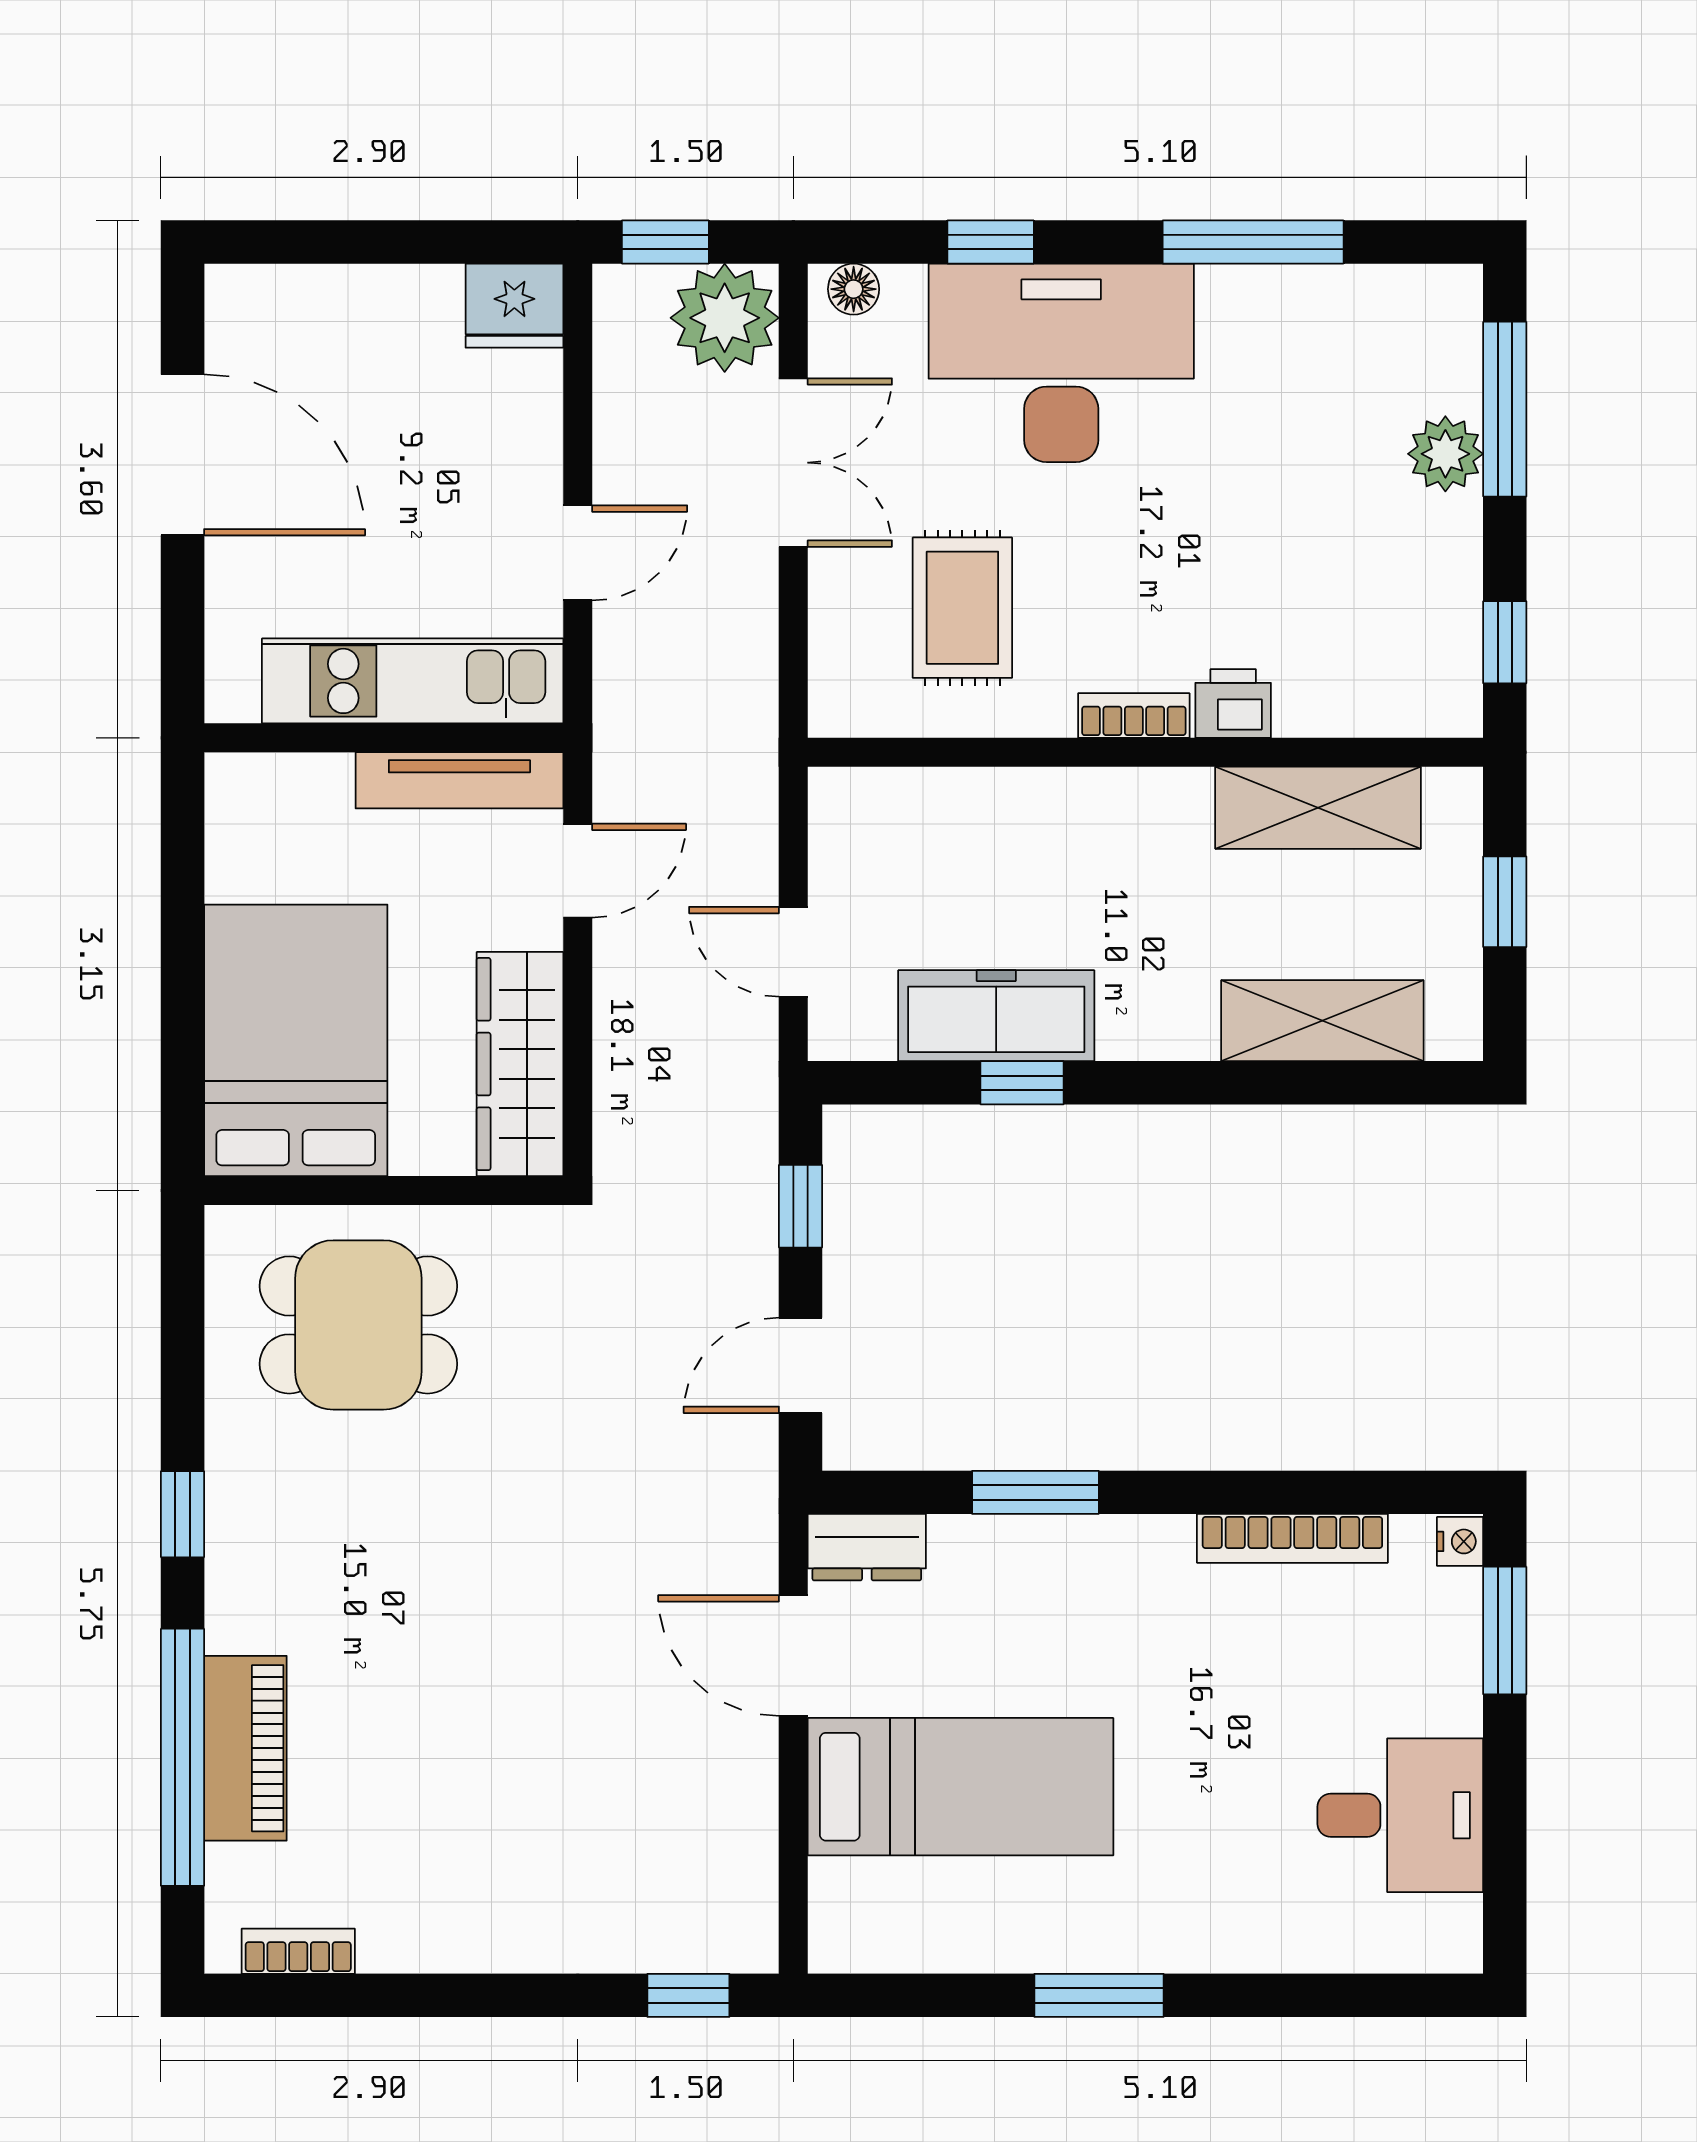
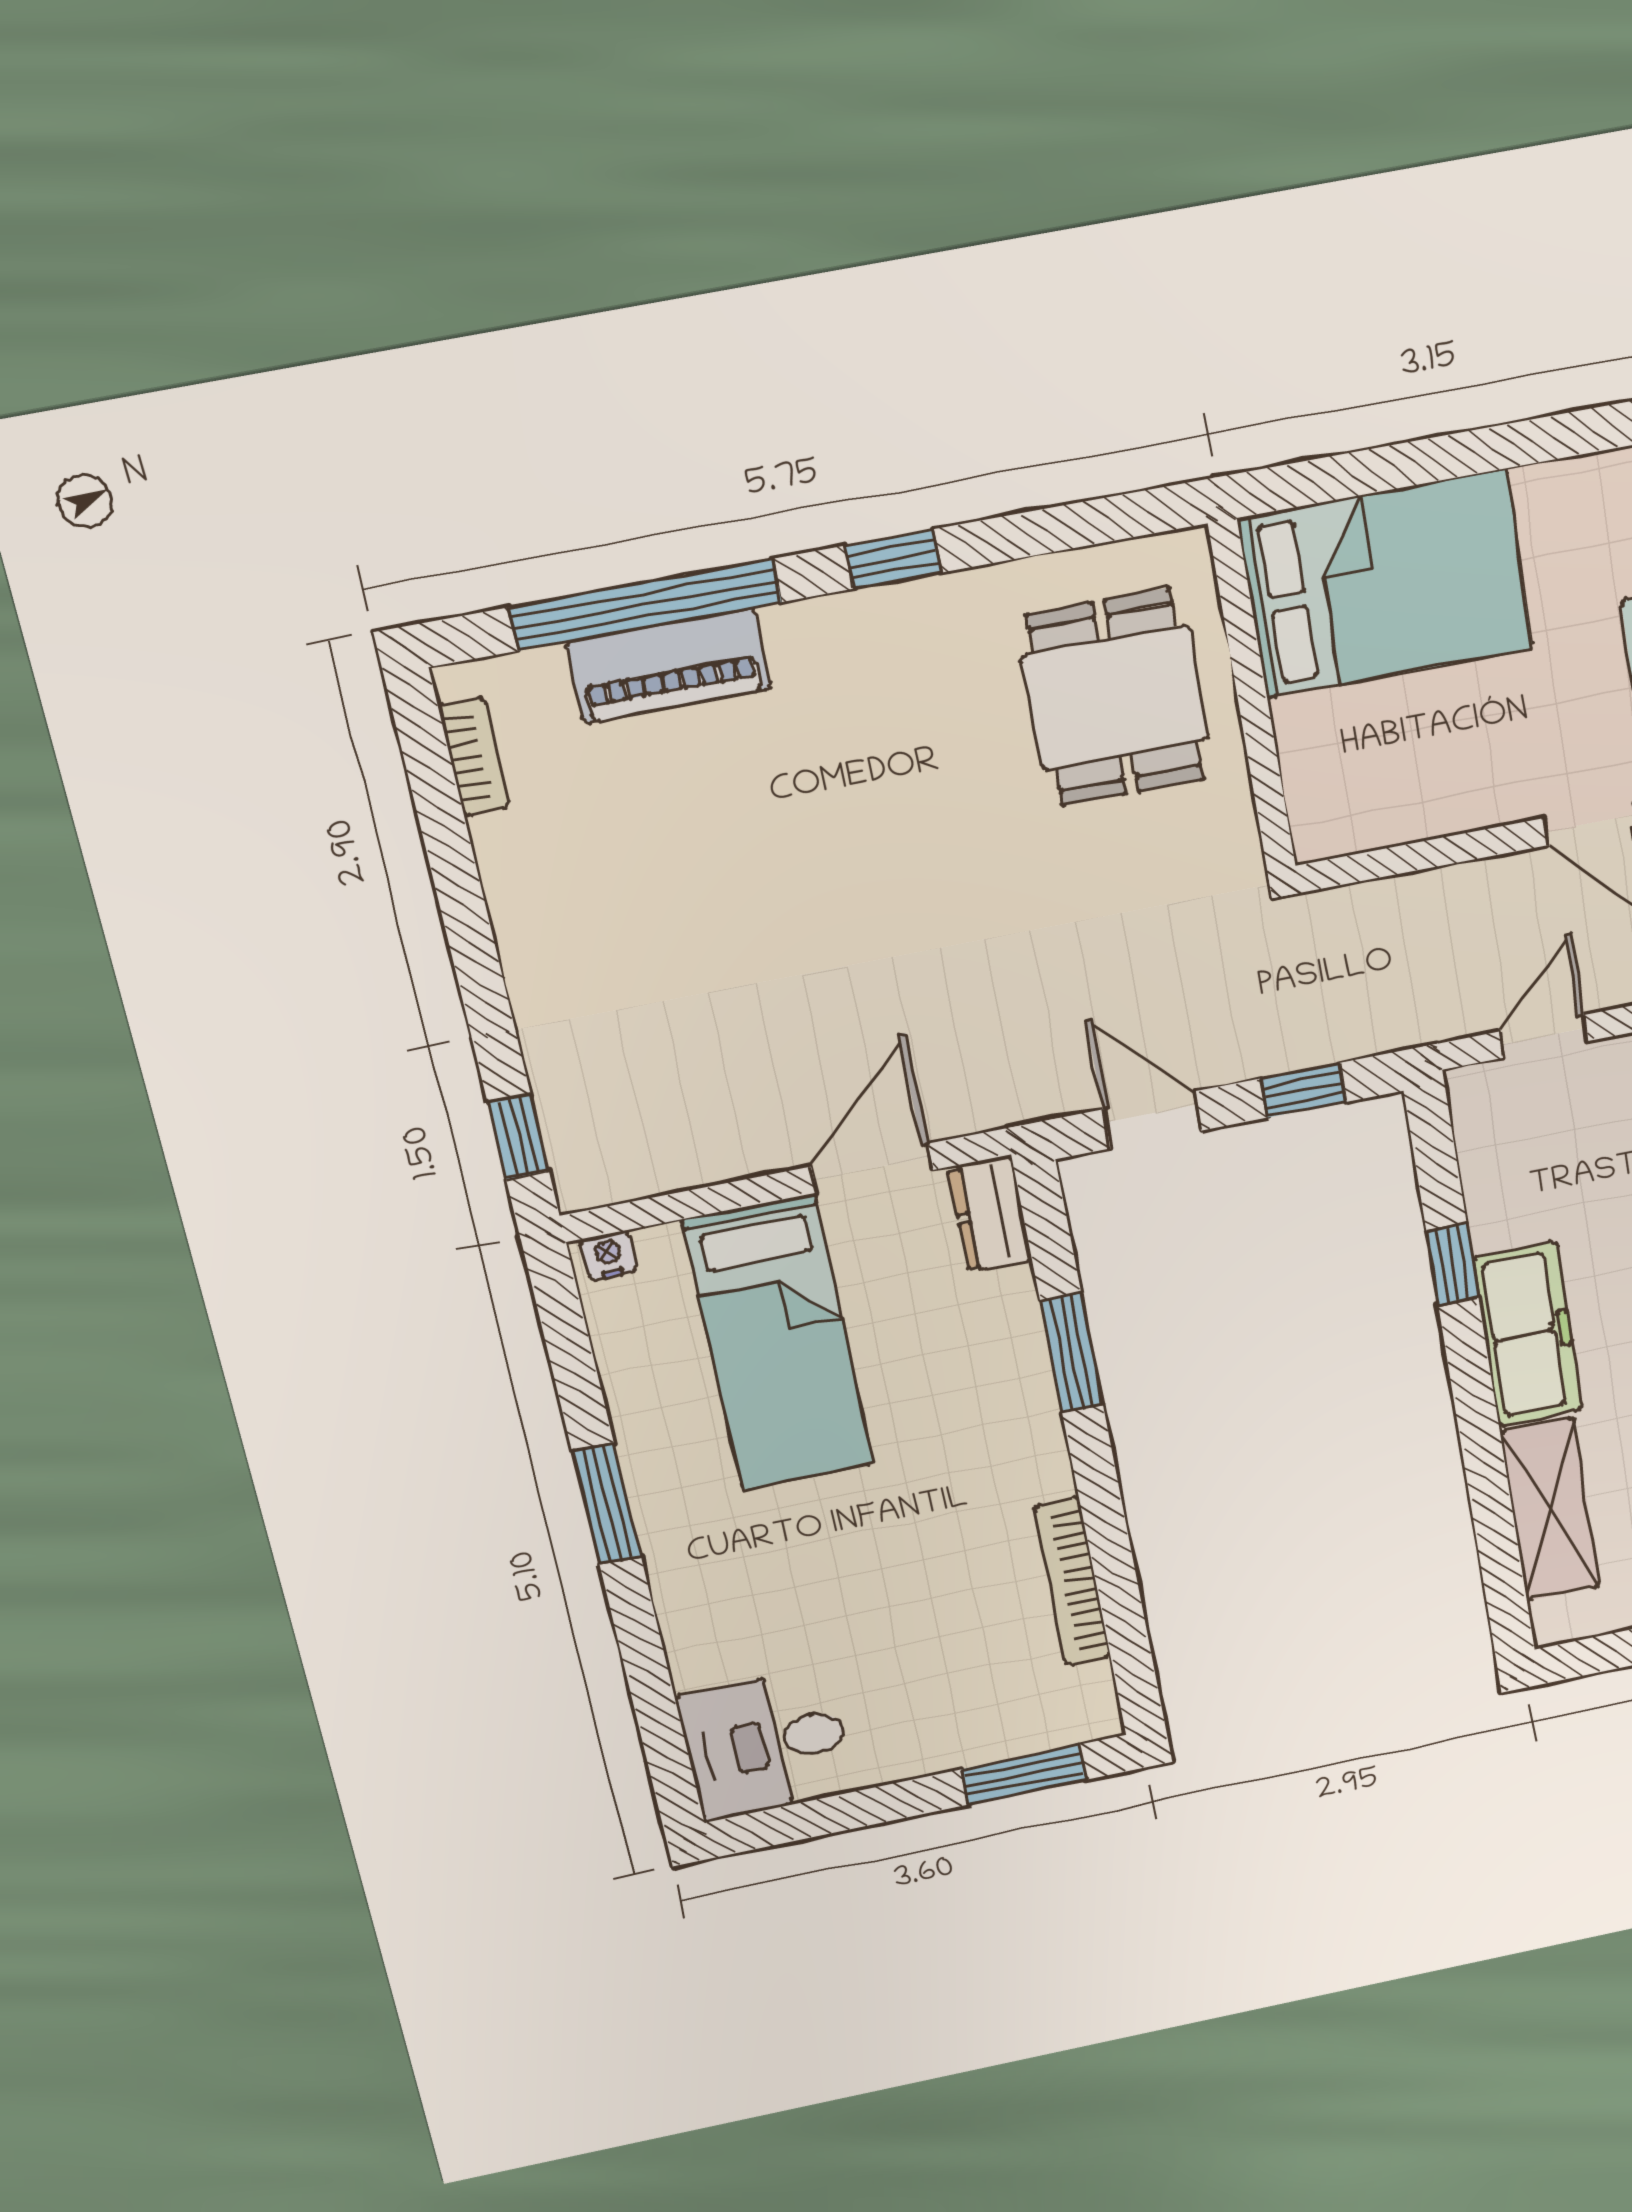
freezer: (996, 1016) -> (1527, 1334), moved
wardrobe: (520, 1064) -> (1397, 804), removed
nightstand: (1460, 1541) -> (608, 1255), moved, turned 180
desk: (1400, 1815) -> (766, 1744), moved, turned 90

